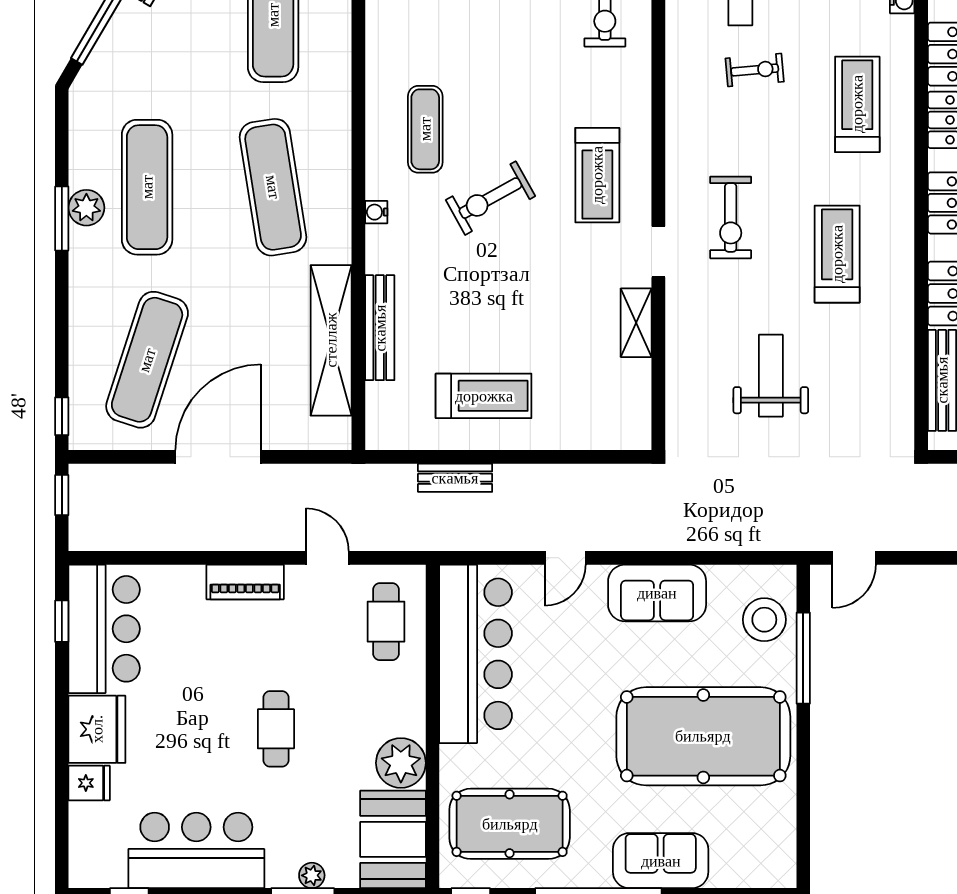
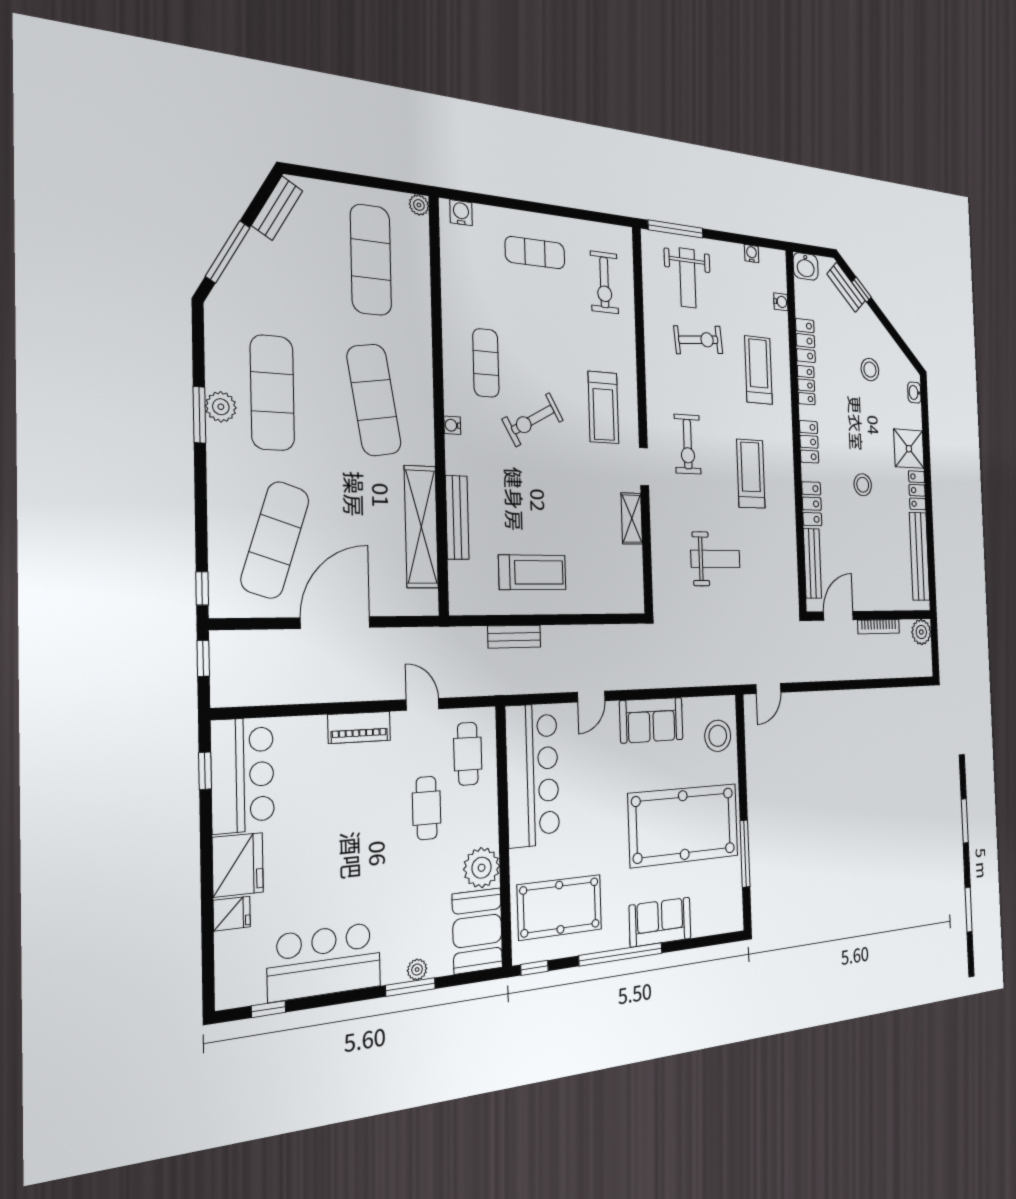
exercise bike: (755, 70) -> (698, 340), width x1.38, depth x1.39
weight bench: (771, 376) -> (715, 559), turned 90
window: (803, 658) -> (745, 854), moved
cafe table: (276, 729) -> (427, 808), moved

